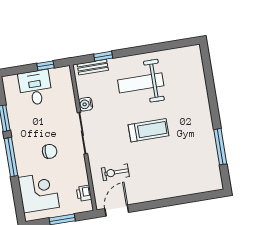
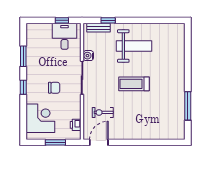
weight bench: (141, 83) -> (134, 46), turned 180
desk: (35, 88) -> (65, 36), moved
treadmill: (149, 130) -> (134, 84), turned 180
window: (11, 157) -> (23, 87), width x0.46

